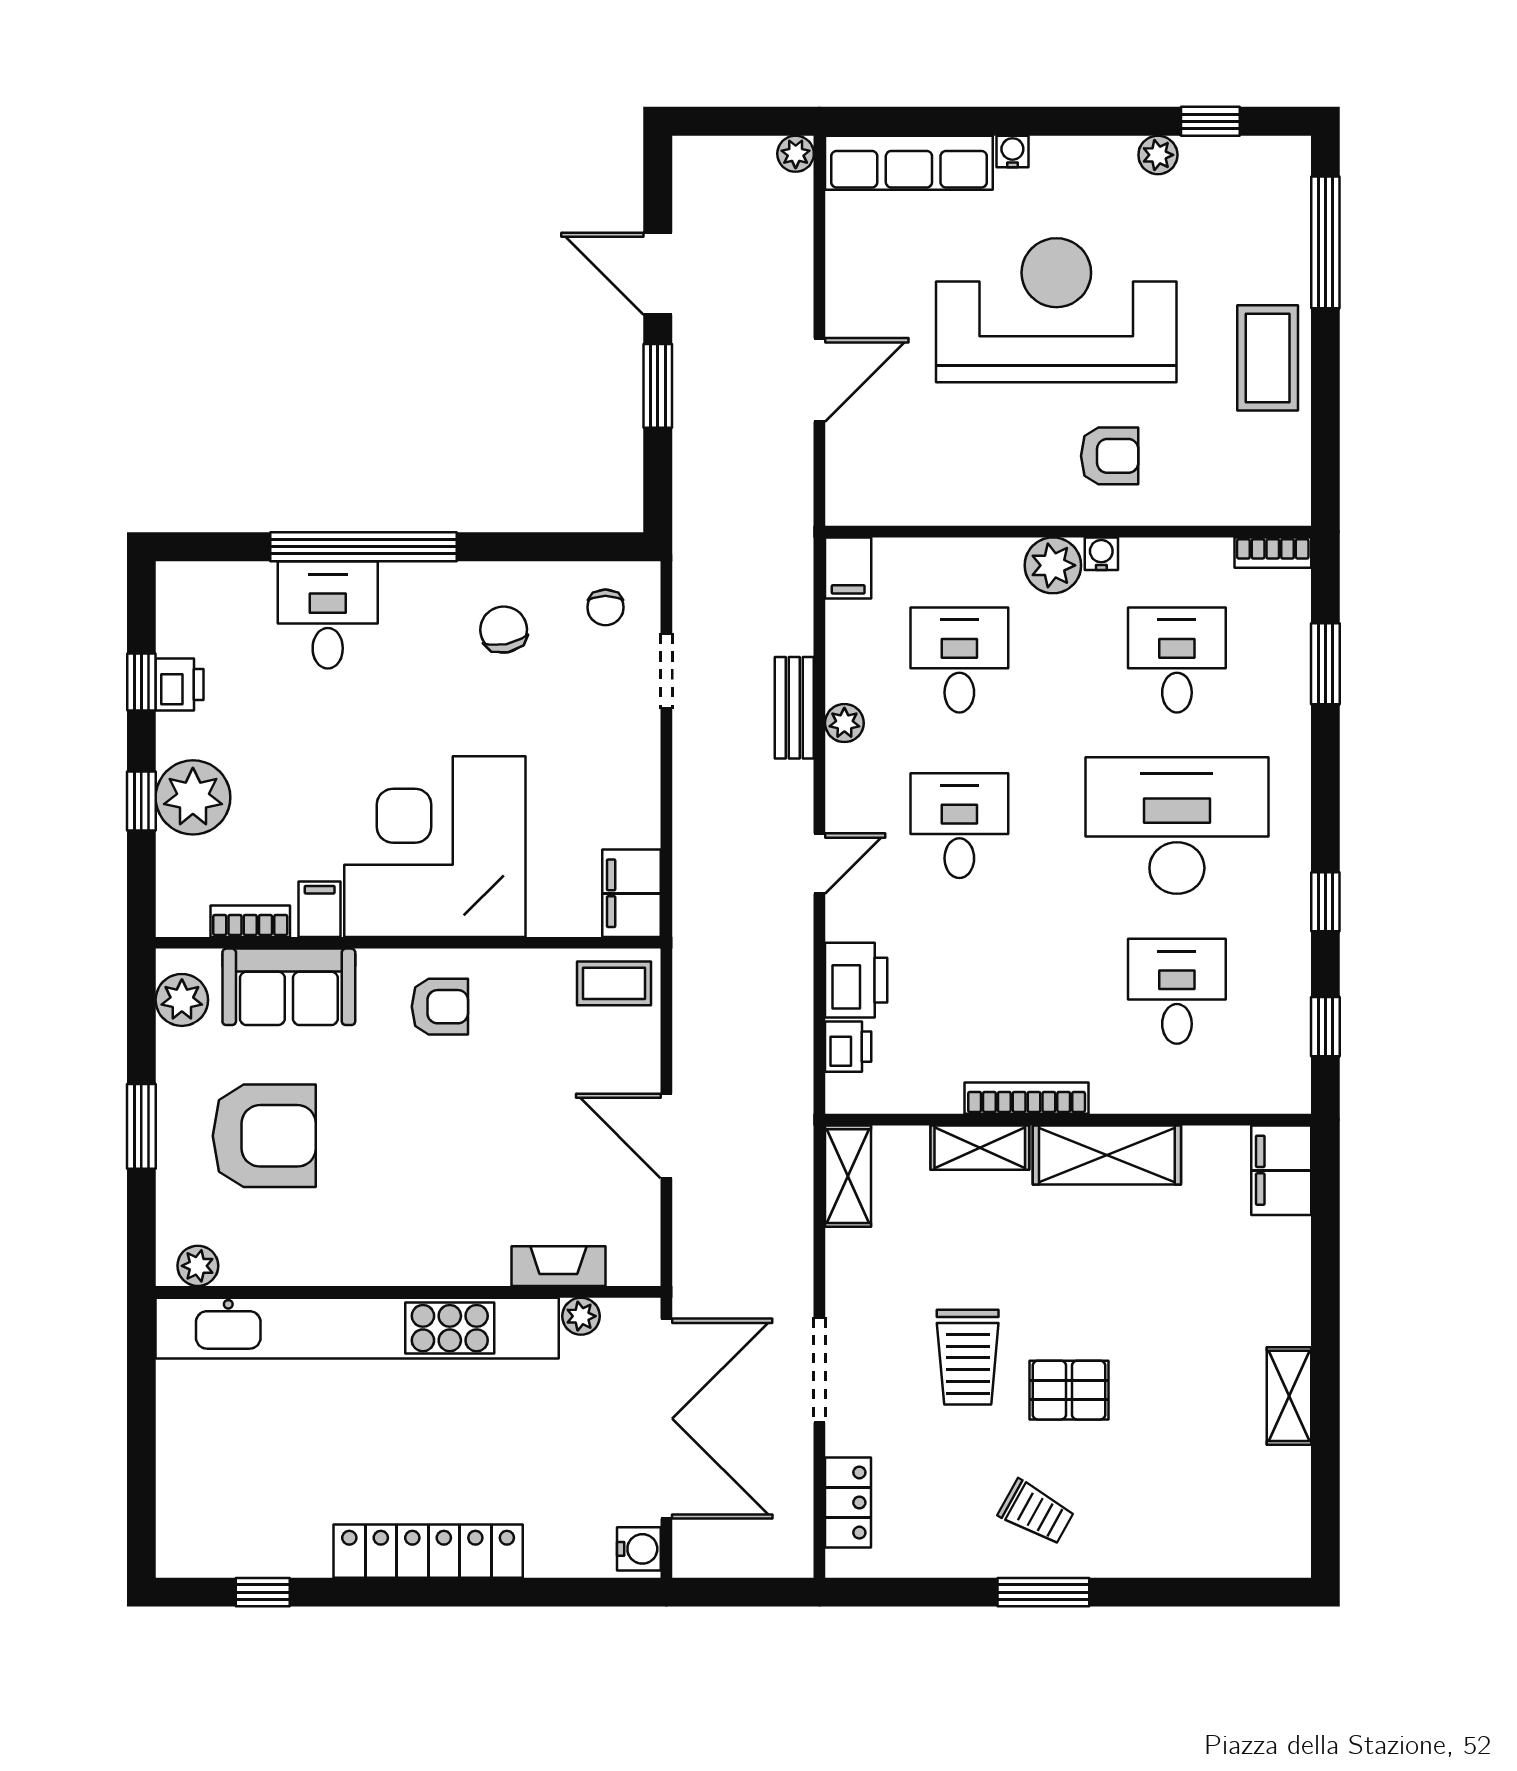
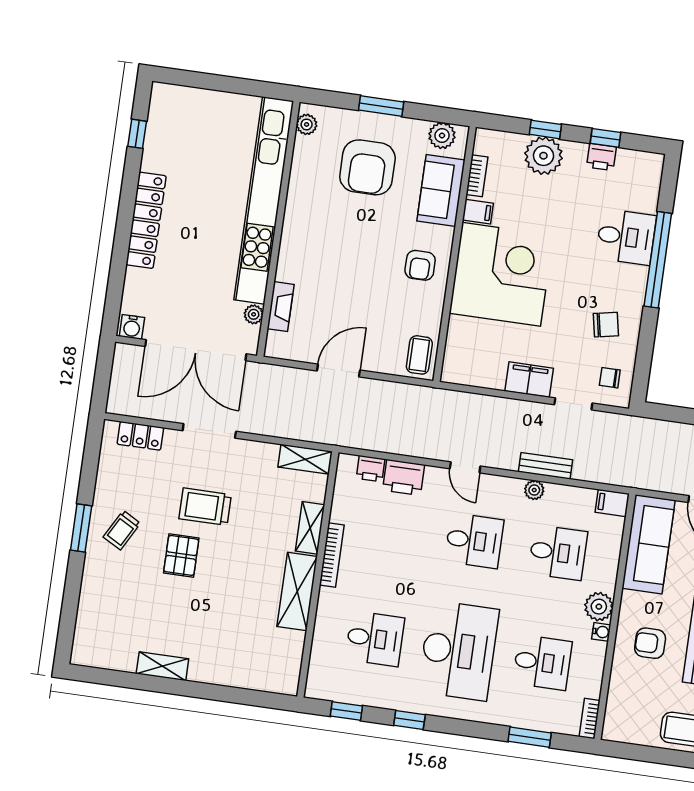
armchair: (1110, 456) -> (650, 643), turned 90
sofa: (918, 486) -> (648, 544), added
filing cabinet: (632, 893) -> (529, 380), moved
filing cabinet: (1281, 1170) -> (277, 678), removed

